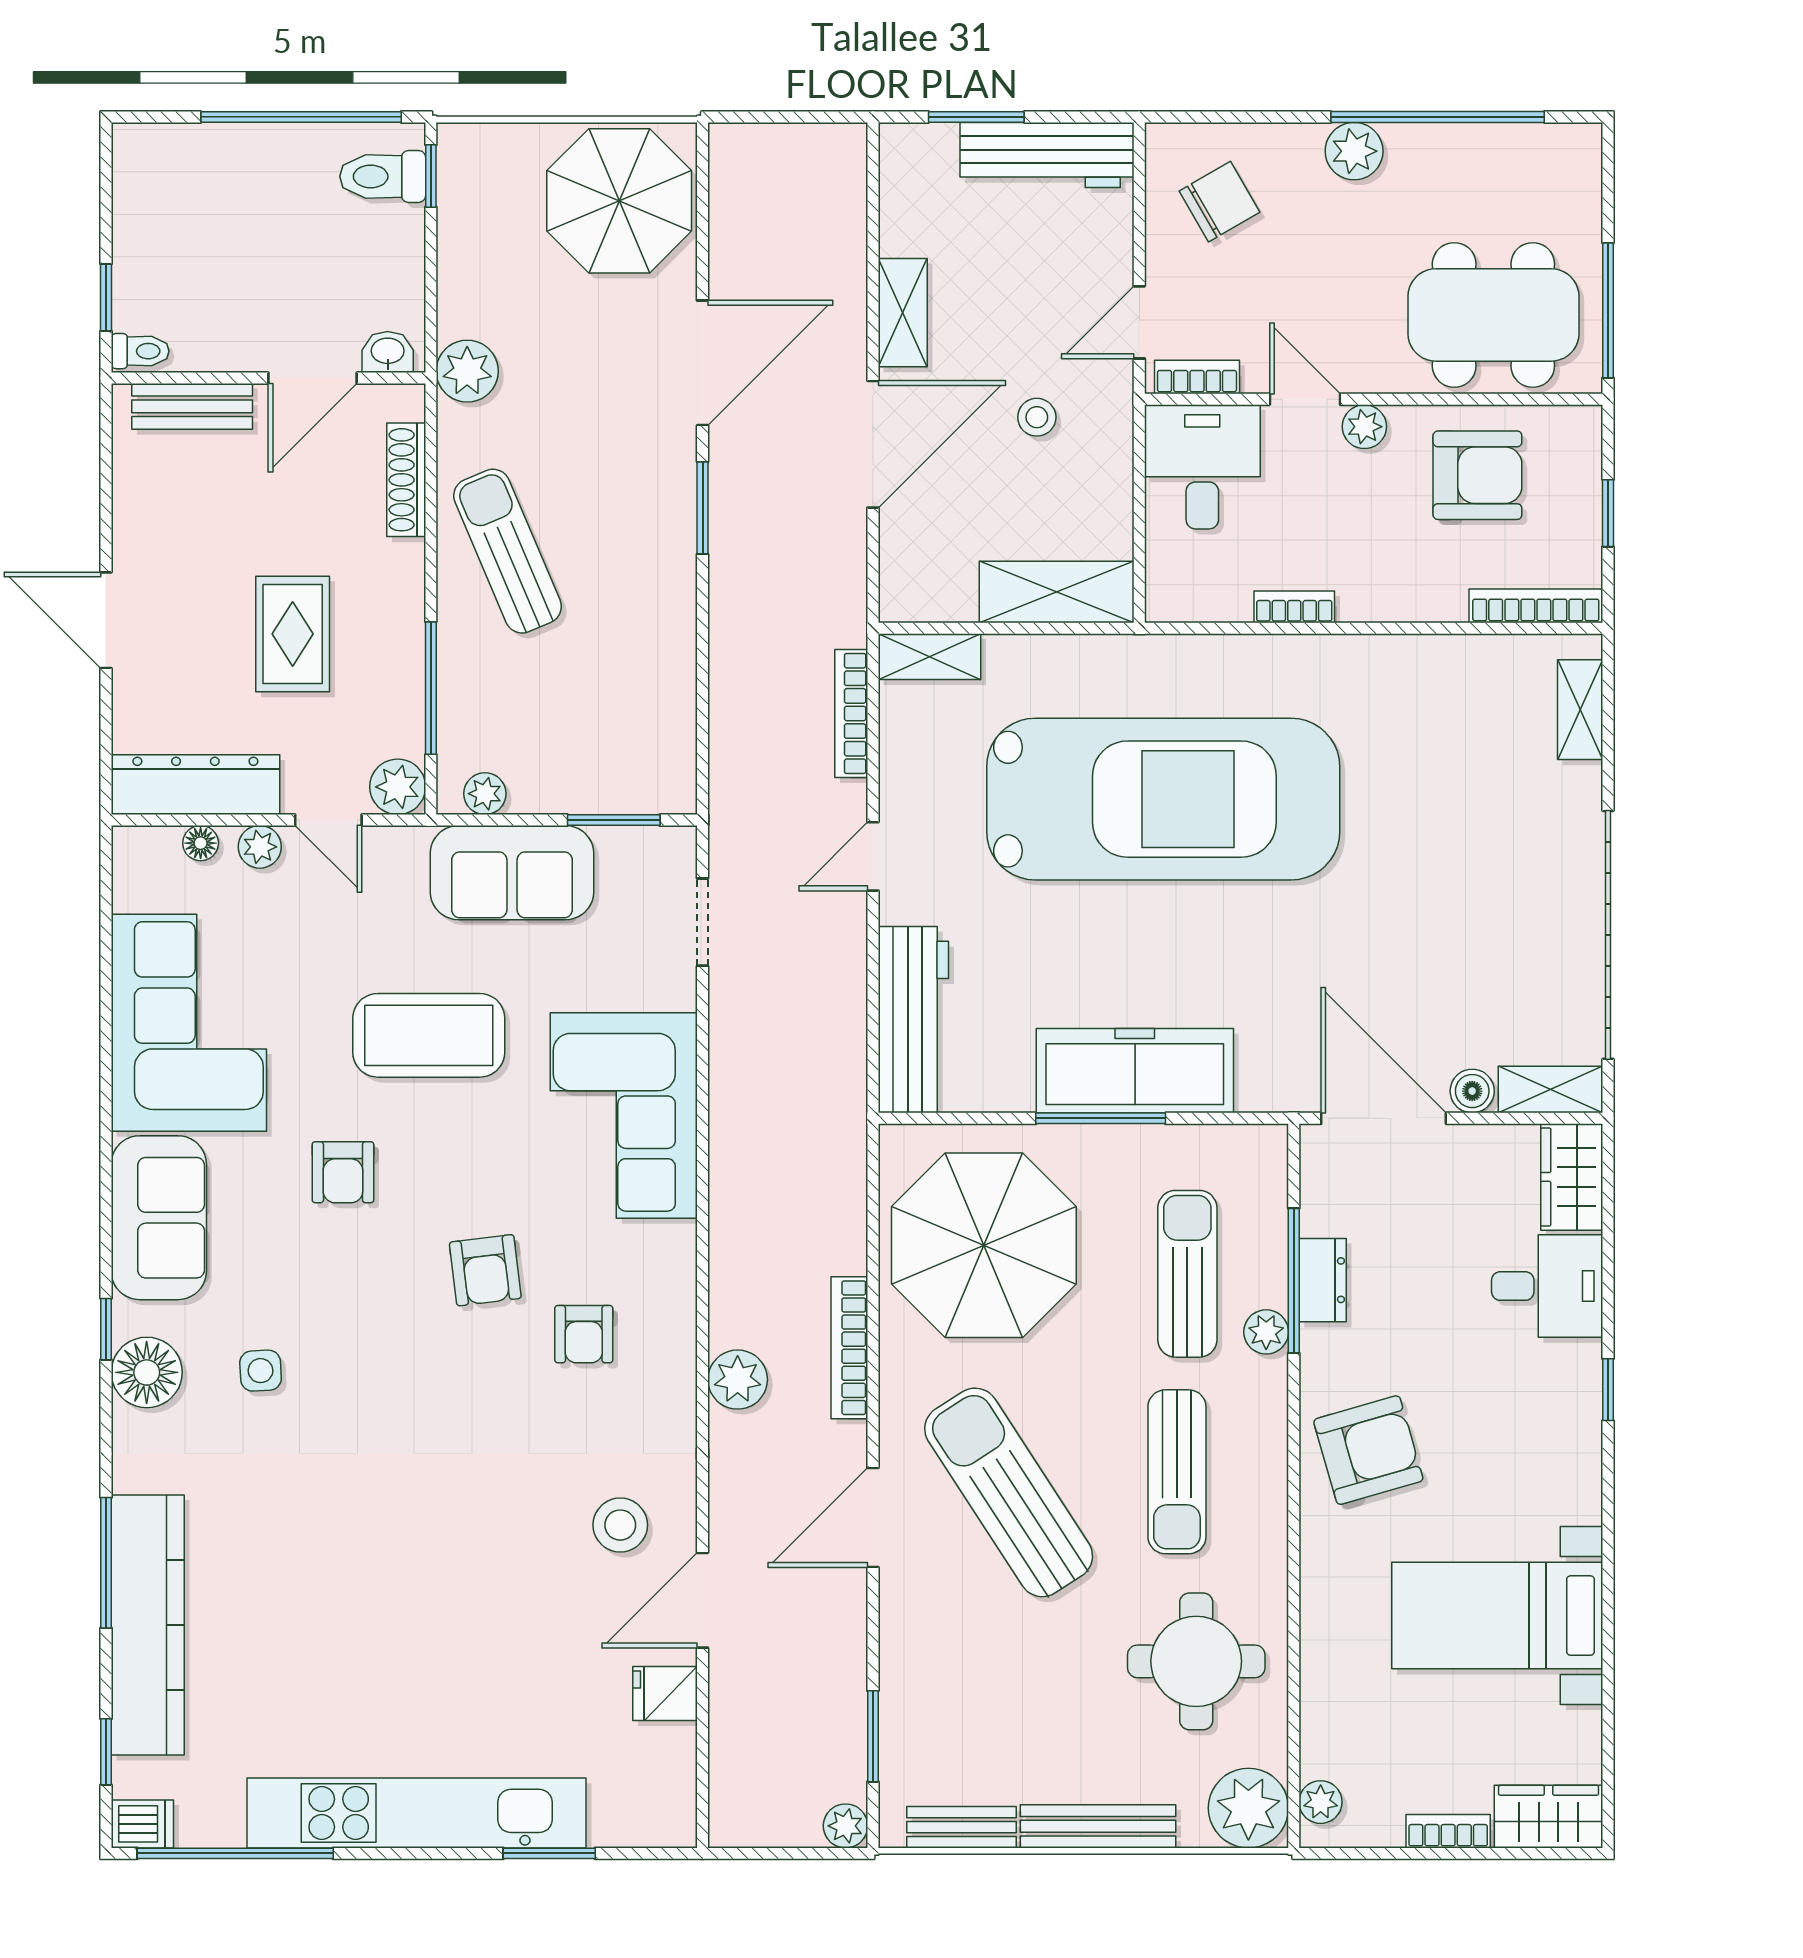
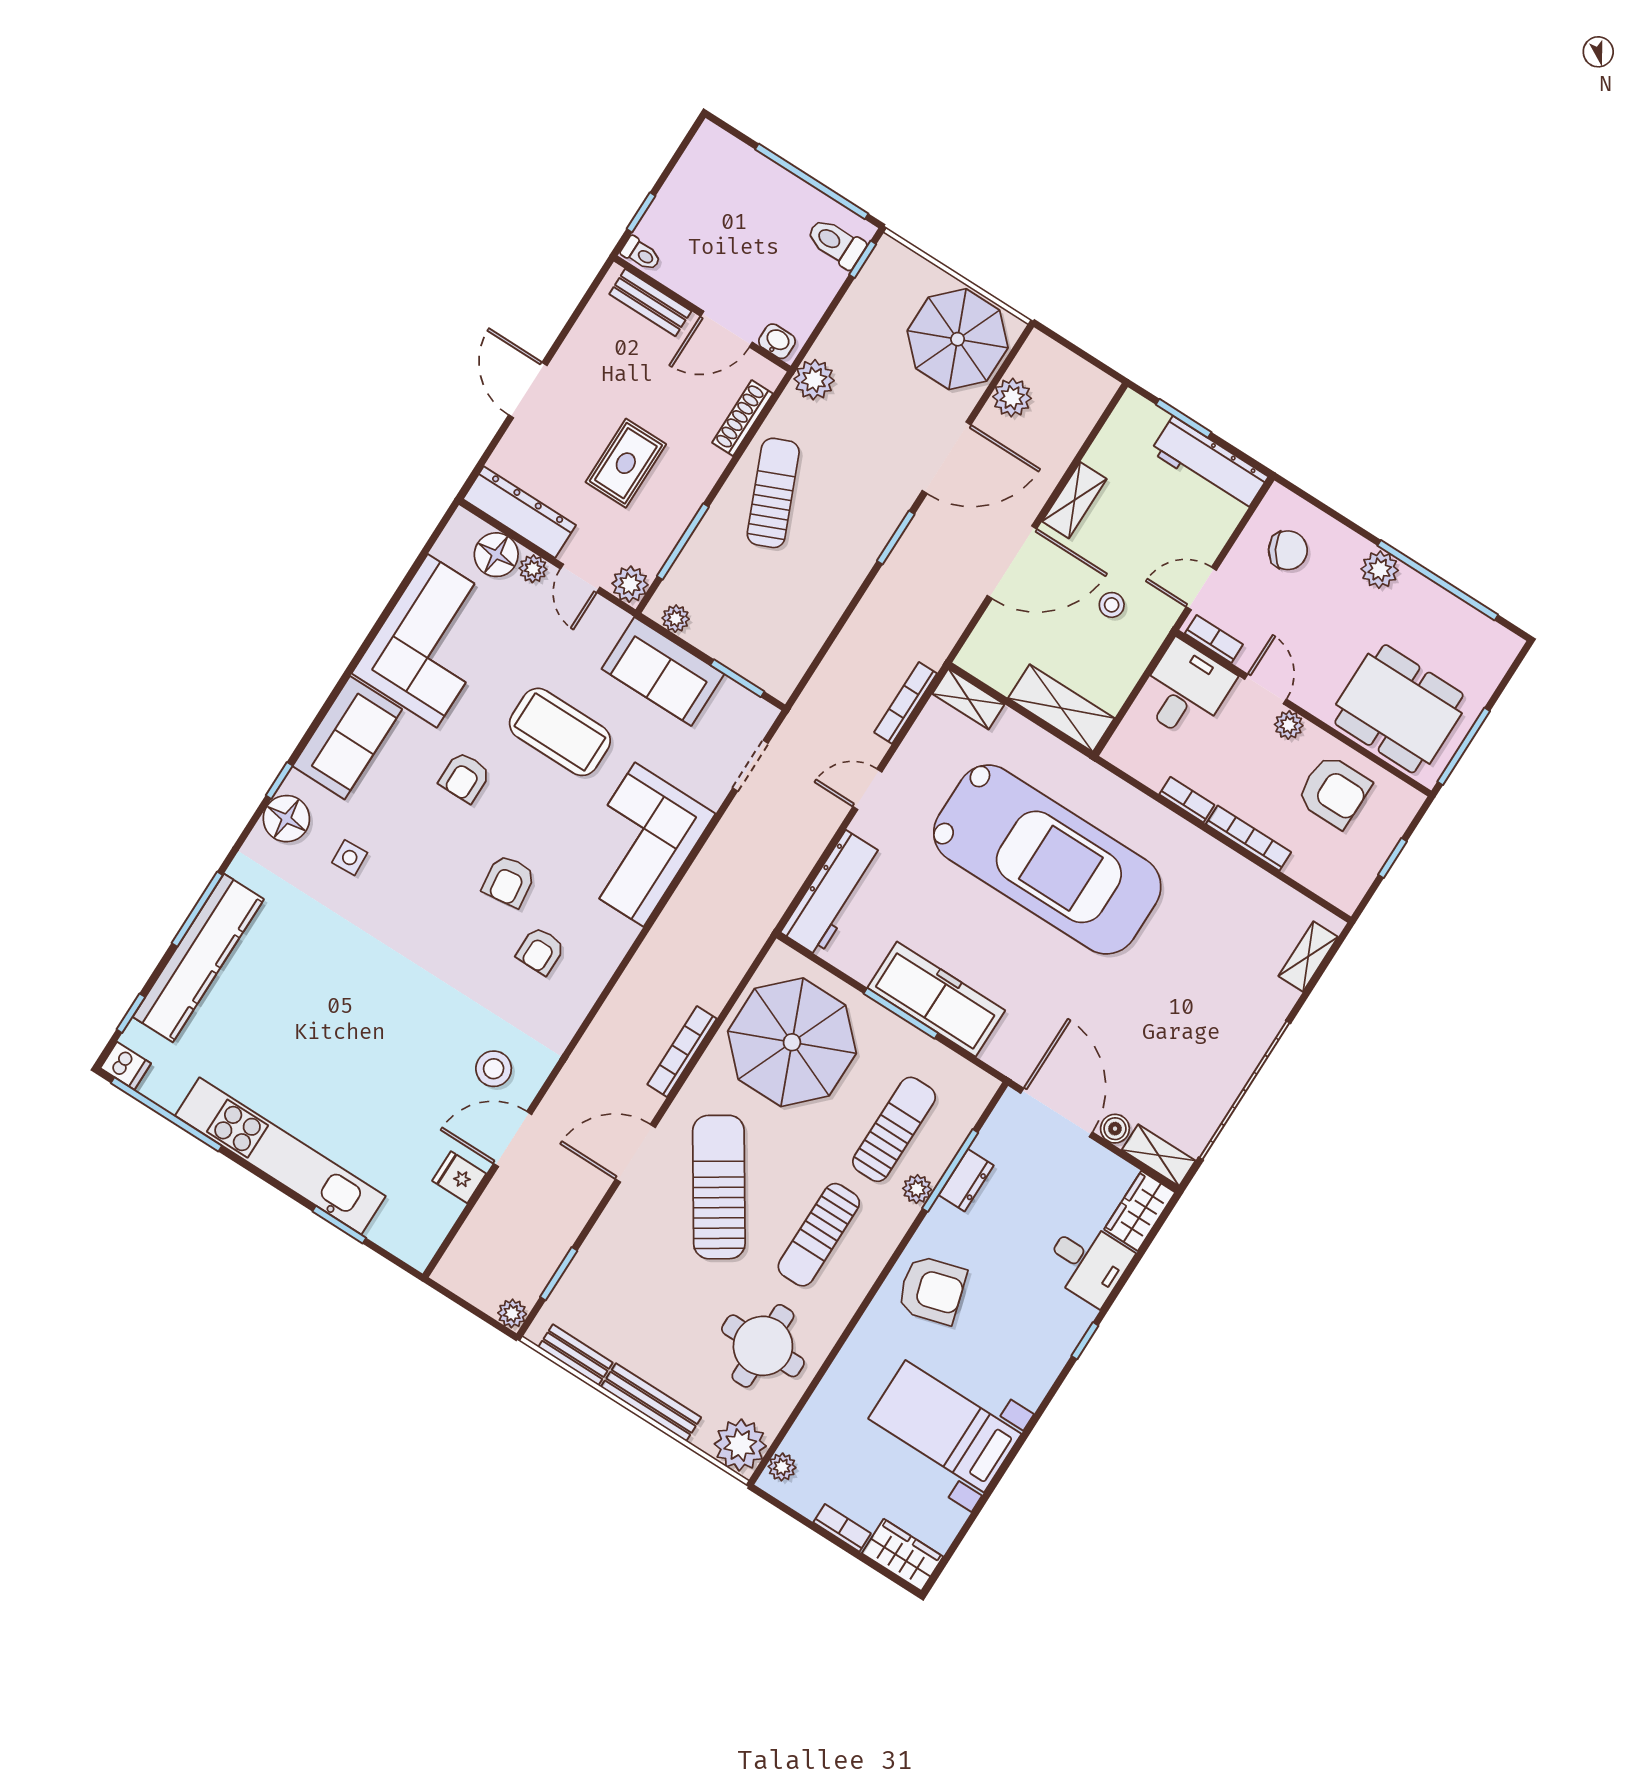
bookcase: (1536, 606) -> (1248, 838), moved
floor lamp: (201, 843) -> (496, 555), width x1.89, depth x1.89
plant: (738, 1380) -> (1012, 398), moved

